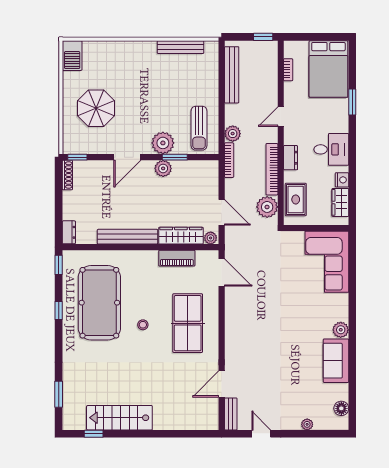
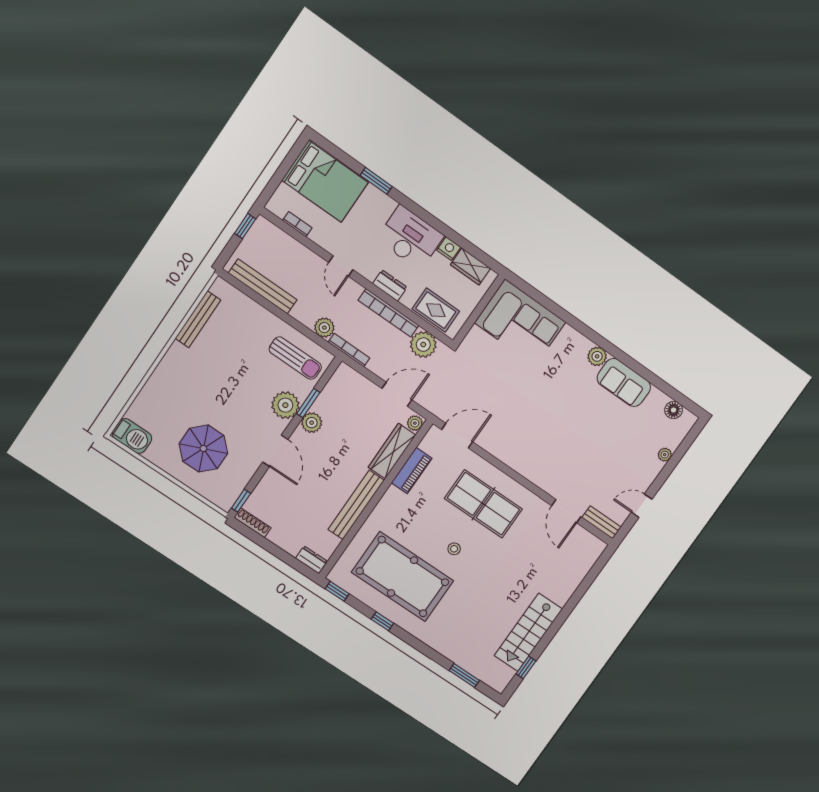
desk: (331, 149) -> (410, 238), width x1.37

